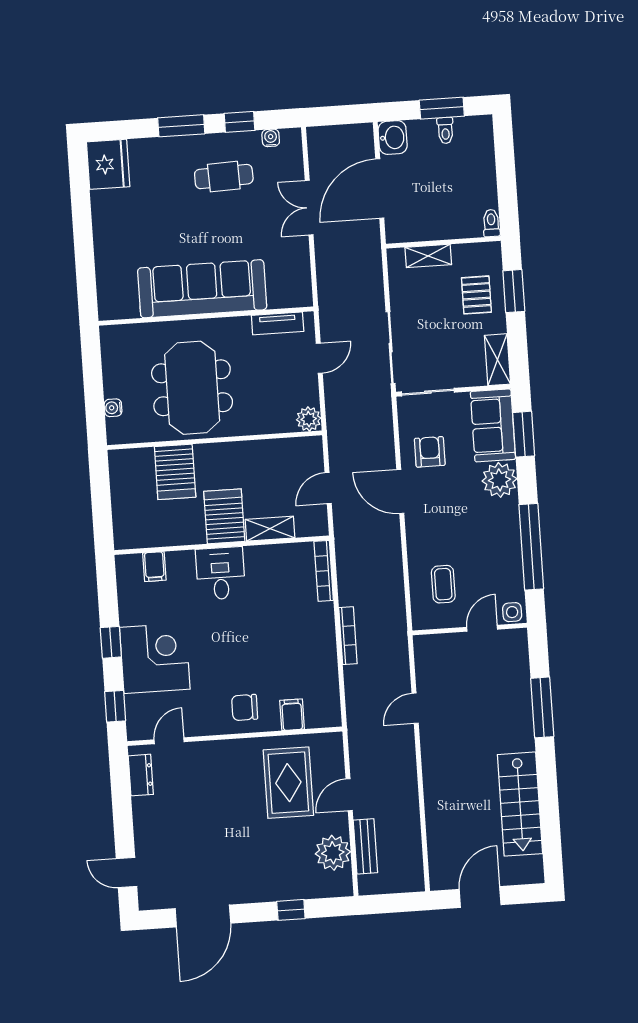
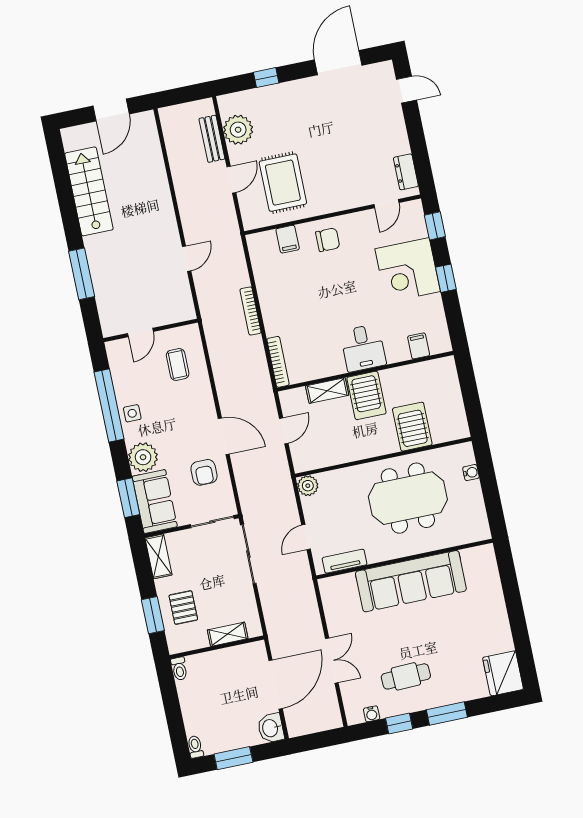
toilet: (445, 130) -> (195, 747), moved
meeting table: (192, 388) -> (408, 498), turned 90
side table: (512, 612) -> (132, 413), moved

